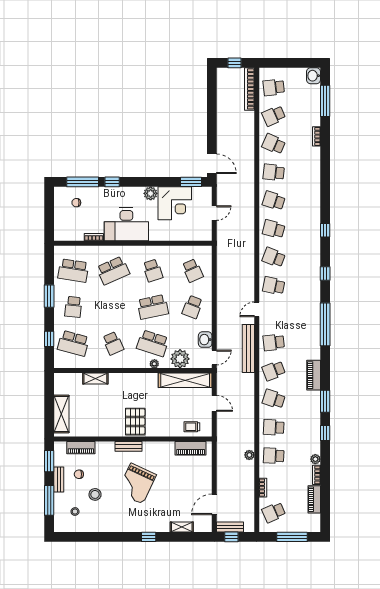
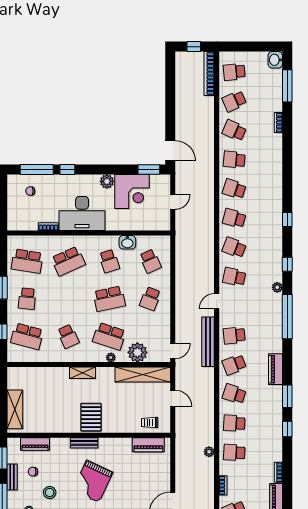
washbasin: (205, 340) -> (127, 242), moved, turned -90
shelving: (95, 379) -> (83, 373), moved
plant: (315, 459) -> (277, 287), moved

